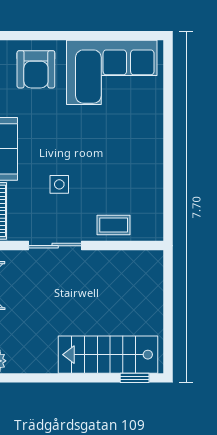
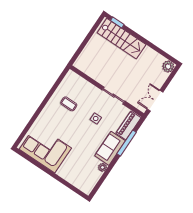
armchair: (36, 69) -> (75, 170), removed
coffee table: (114, 225) -> (69, 104), moved

